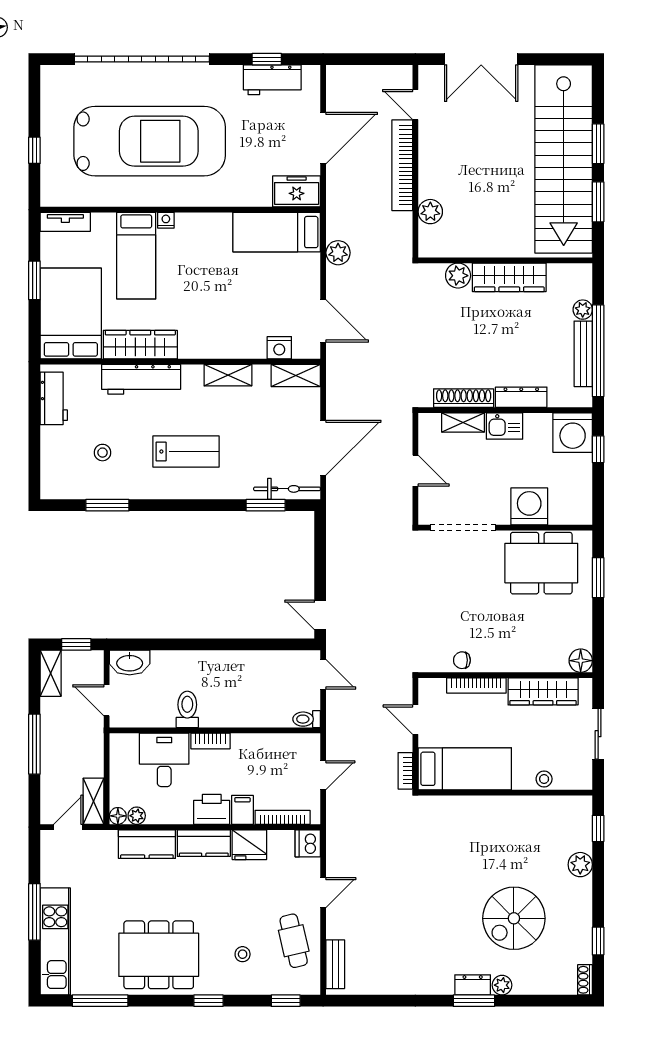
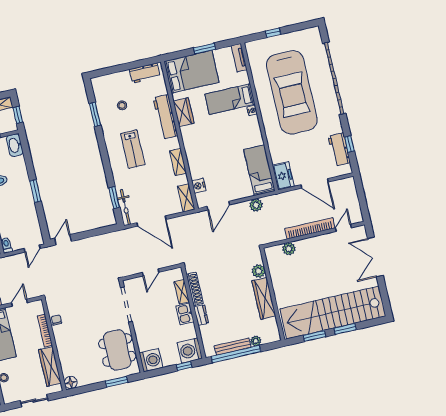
wardrobe: (140, 345) -> (184, 112), width x0.67
dresser: (521, 397) -> (201, 315), width x0.70
washing machine: (529, 506) -> (151, 360), moved
window: (221, 644) -> (35, 191), added

